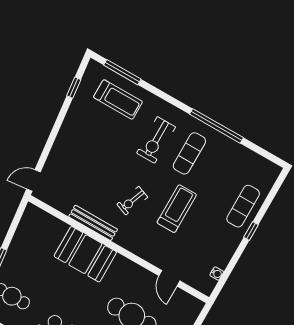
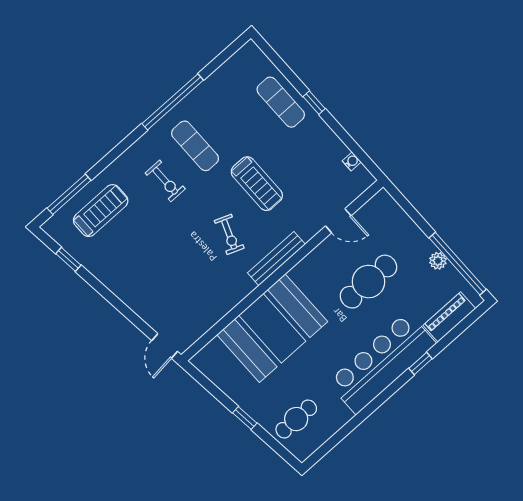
exercise bike: (156, 140) -> (165, 181), width x0.73, depth x0.72
treadmill: (177, 209) -> (257, 184), turned 180
bench: (93, 223) -> (276, 259), moved
booth: (85, 254) -> (272, 328), width x1.36, depth x1.42

